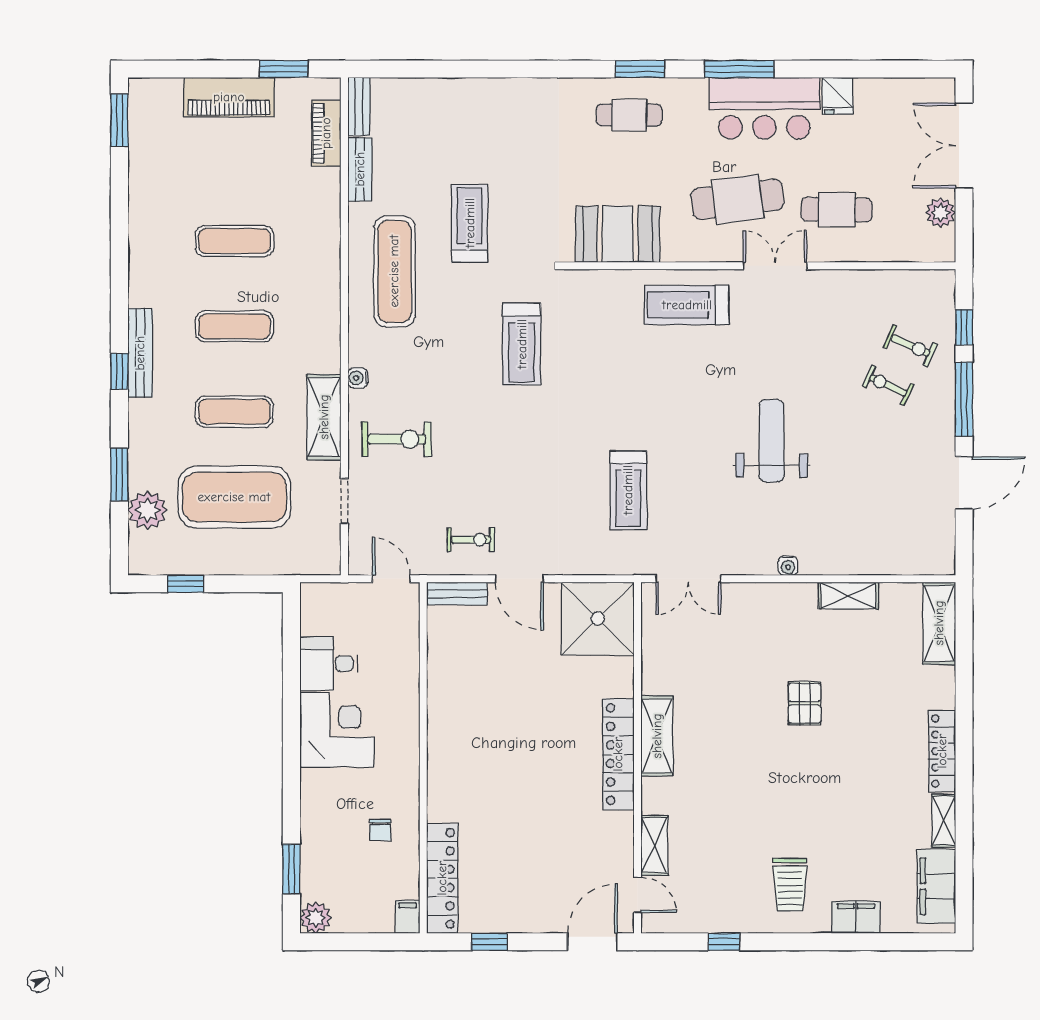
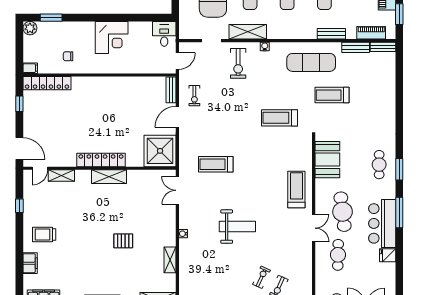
treadmill: (470, 223) -> (332, 95), turned 180
bench: (329, 225) -> (331, 34), added
desk: (329, 664) -> (164, 34), moved

